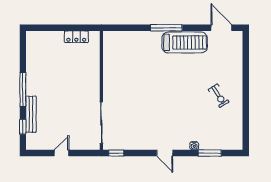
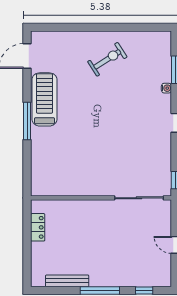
exercise bike: (219, 96) -> (107, 59), width x1.38, depth x1.39
bench: (31, 114) -> (67, 281), moved

